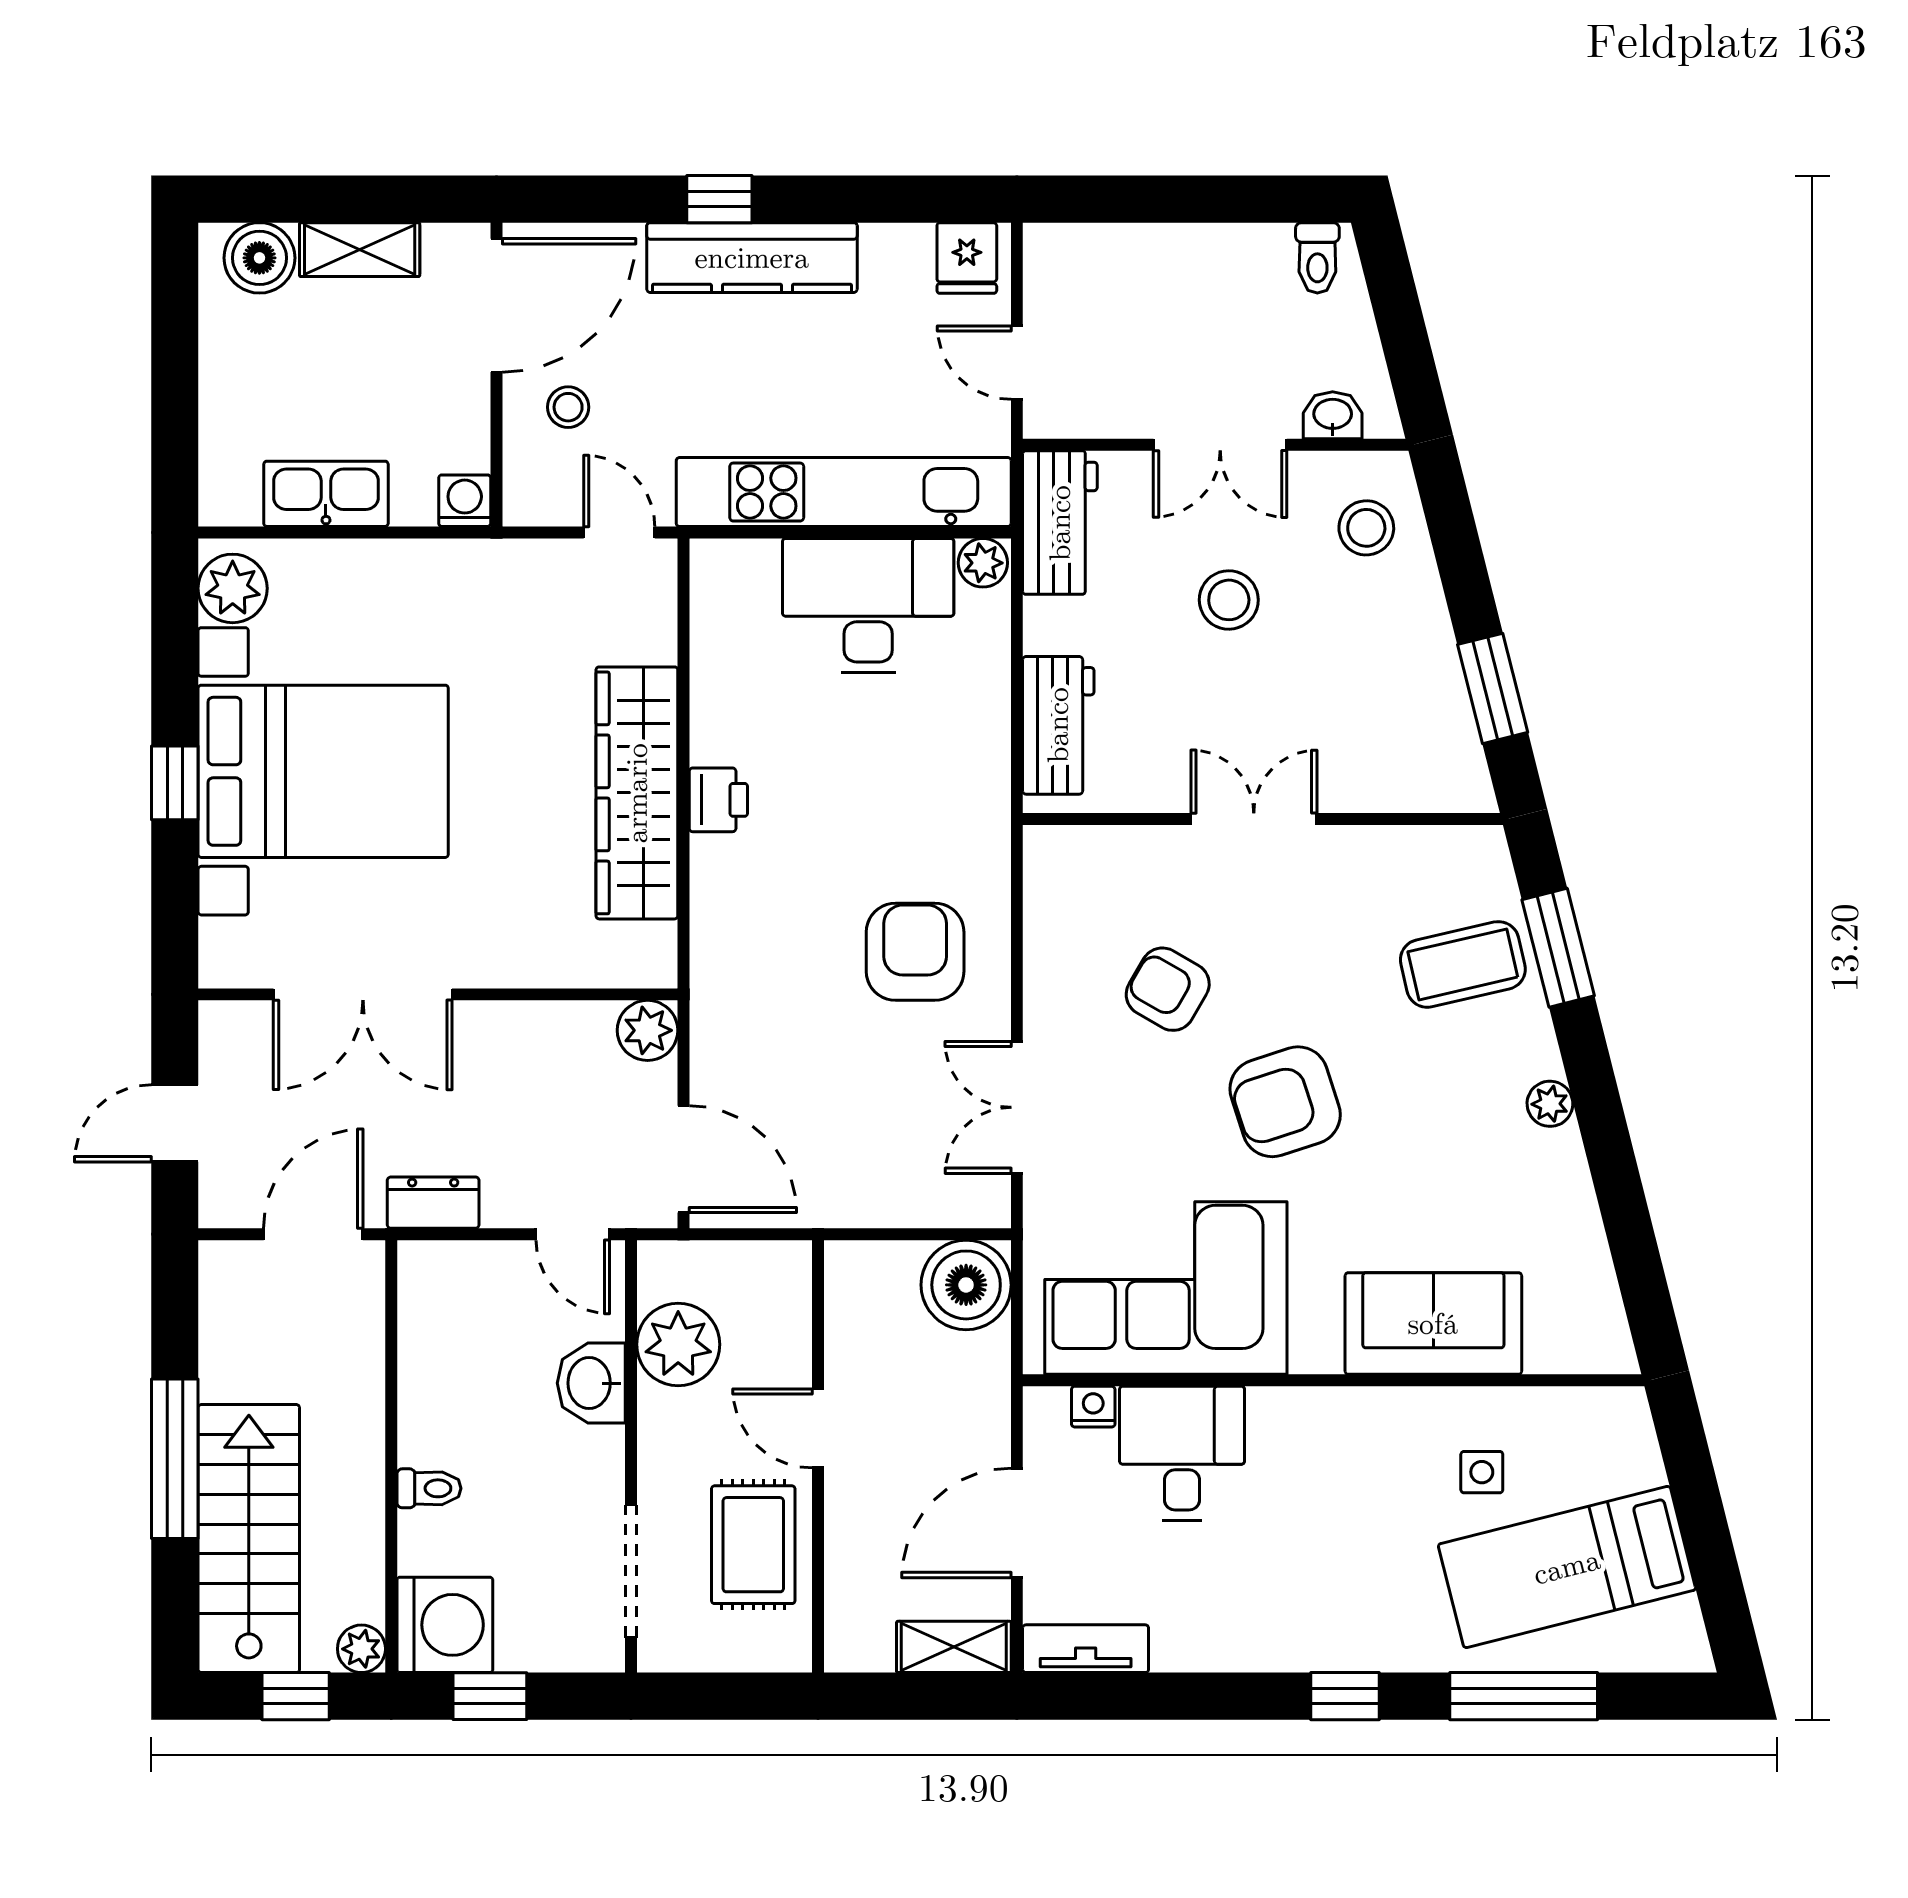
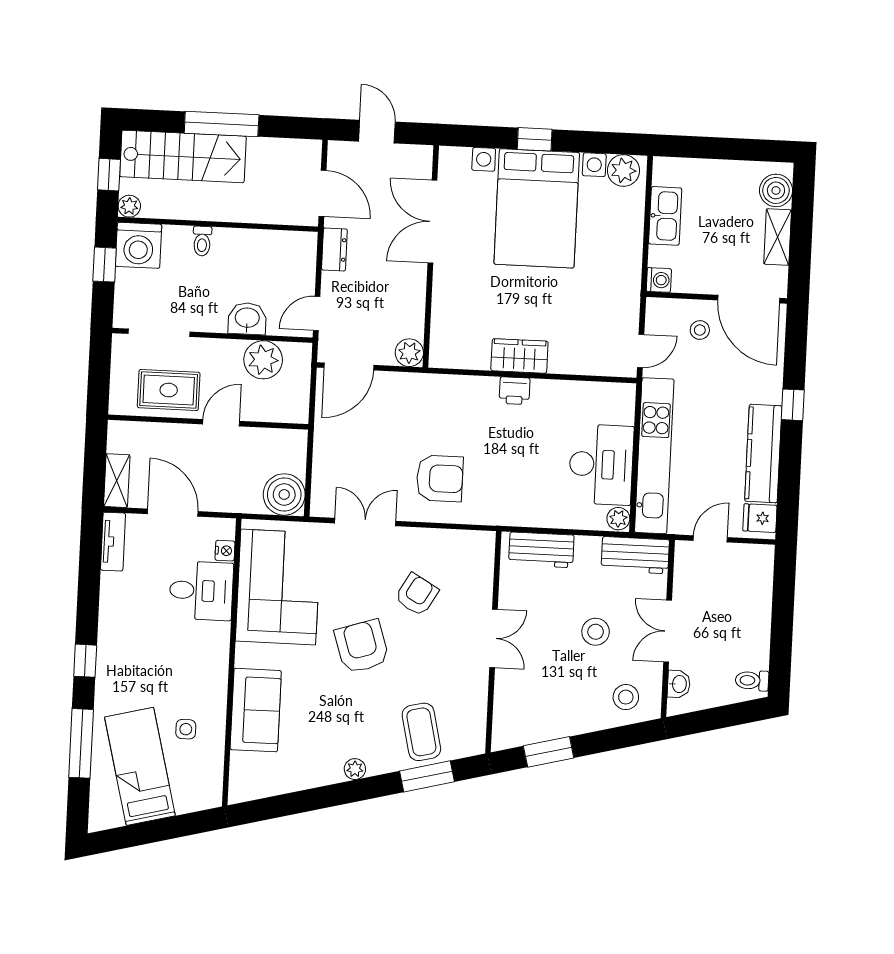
kitchen counter: (752, 258) -> (763, 454), moved
wardrobe: (637, 793) -> (519, 356), width x0.48, depth x0.85

